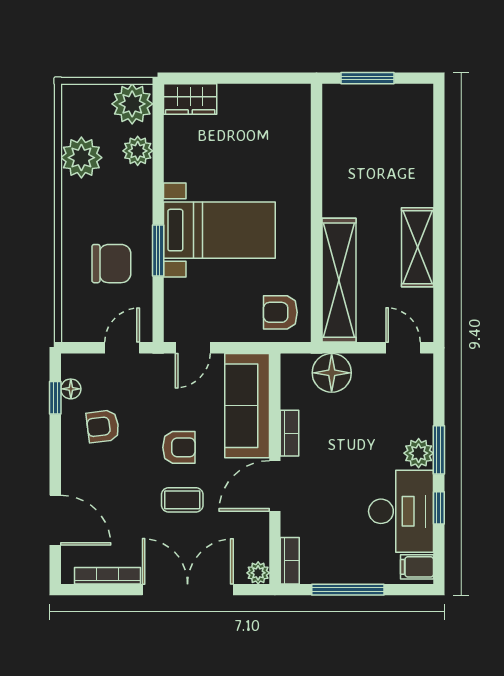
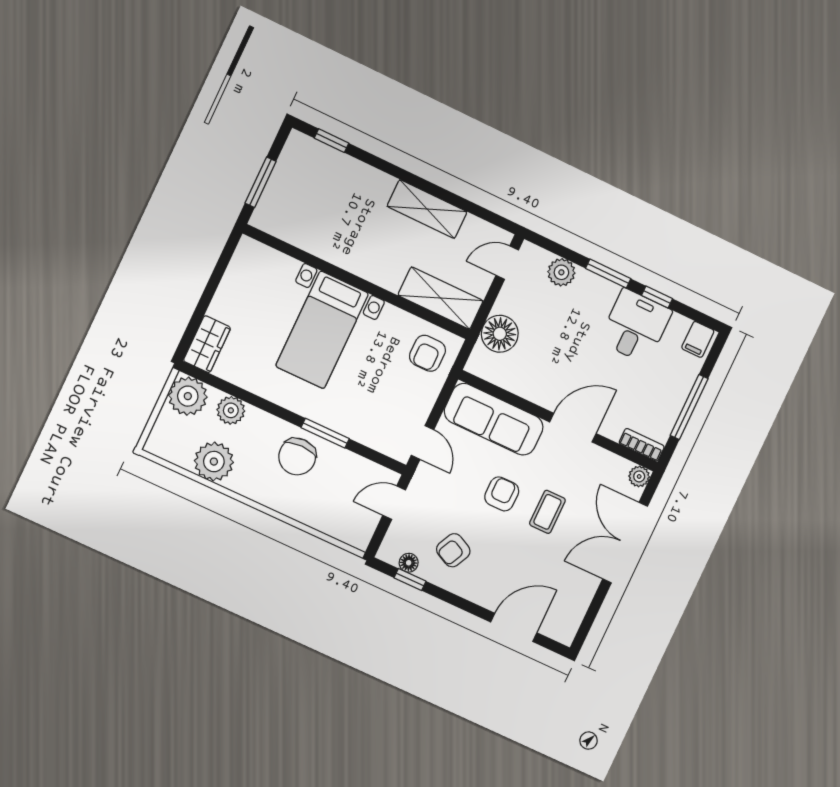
window: (439, 126) -> (331, 141), added
bed with nightstands: (219, 230) -> (322, 330), moved, turned 180
chair: (111, 264) -> (297, 457), moved, turned 180
shelving: (339, 280) -> (441, 298), width x0.68
door: (122, 348) -> (394, 503), hinge flipped
armchair: (103, 426) -> (453, 550), turned 33
bookcase: (290, 433) -> (534, 394), removed
plant: (419, 453) -> (561, 272), moved
door: (275, 486) -> (573, 428), swing flipped
desk: (401, 511) -> (635, 326), width x0.73
bookcase: (107, 576) -> (581, 605), removed

